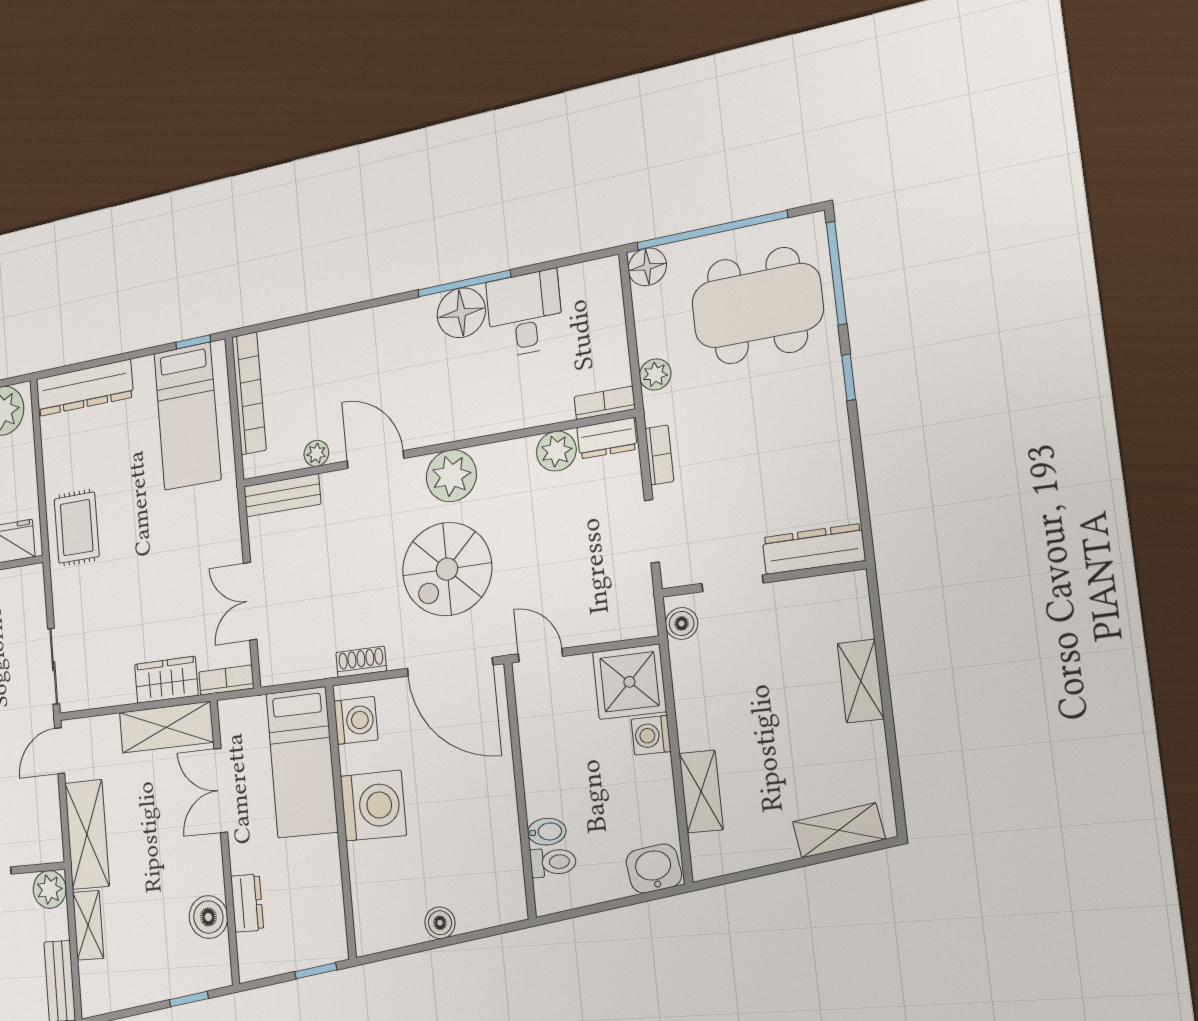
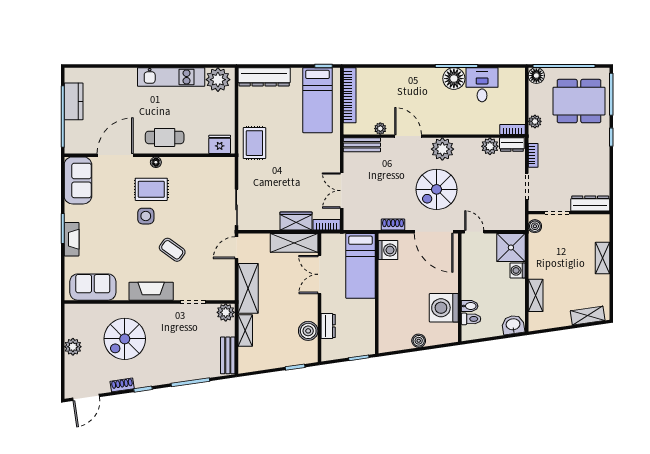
washing machine: (373, 806) -> (444, 308), moved, turned 180

